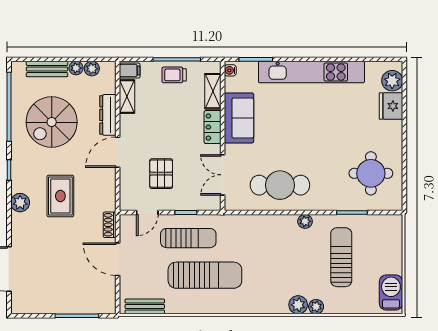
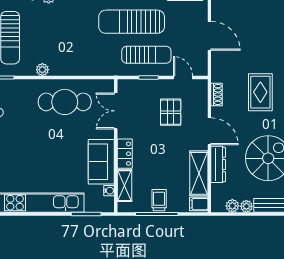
water cooler: (230, 70) -> (109, 191), moved
trolley: (174, 75) -> (159, 200), turned -90
shelving: (127, 97) -> (199, 173), width x1.50, depth x1.33
door: (118, 152) -> (209, 131), hinge flipped
double door: (223, 175) -> (116, 111), swing flipped
door: (147, 212) -> (183, 78), hinge flipped
shoe rack: (110, 225) -> (217, 94), moved
sun lounger: (188, 238) -> (146, 55), turned 180

